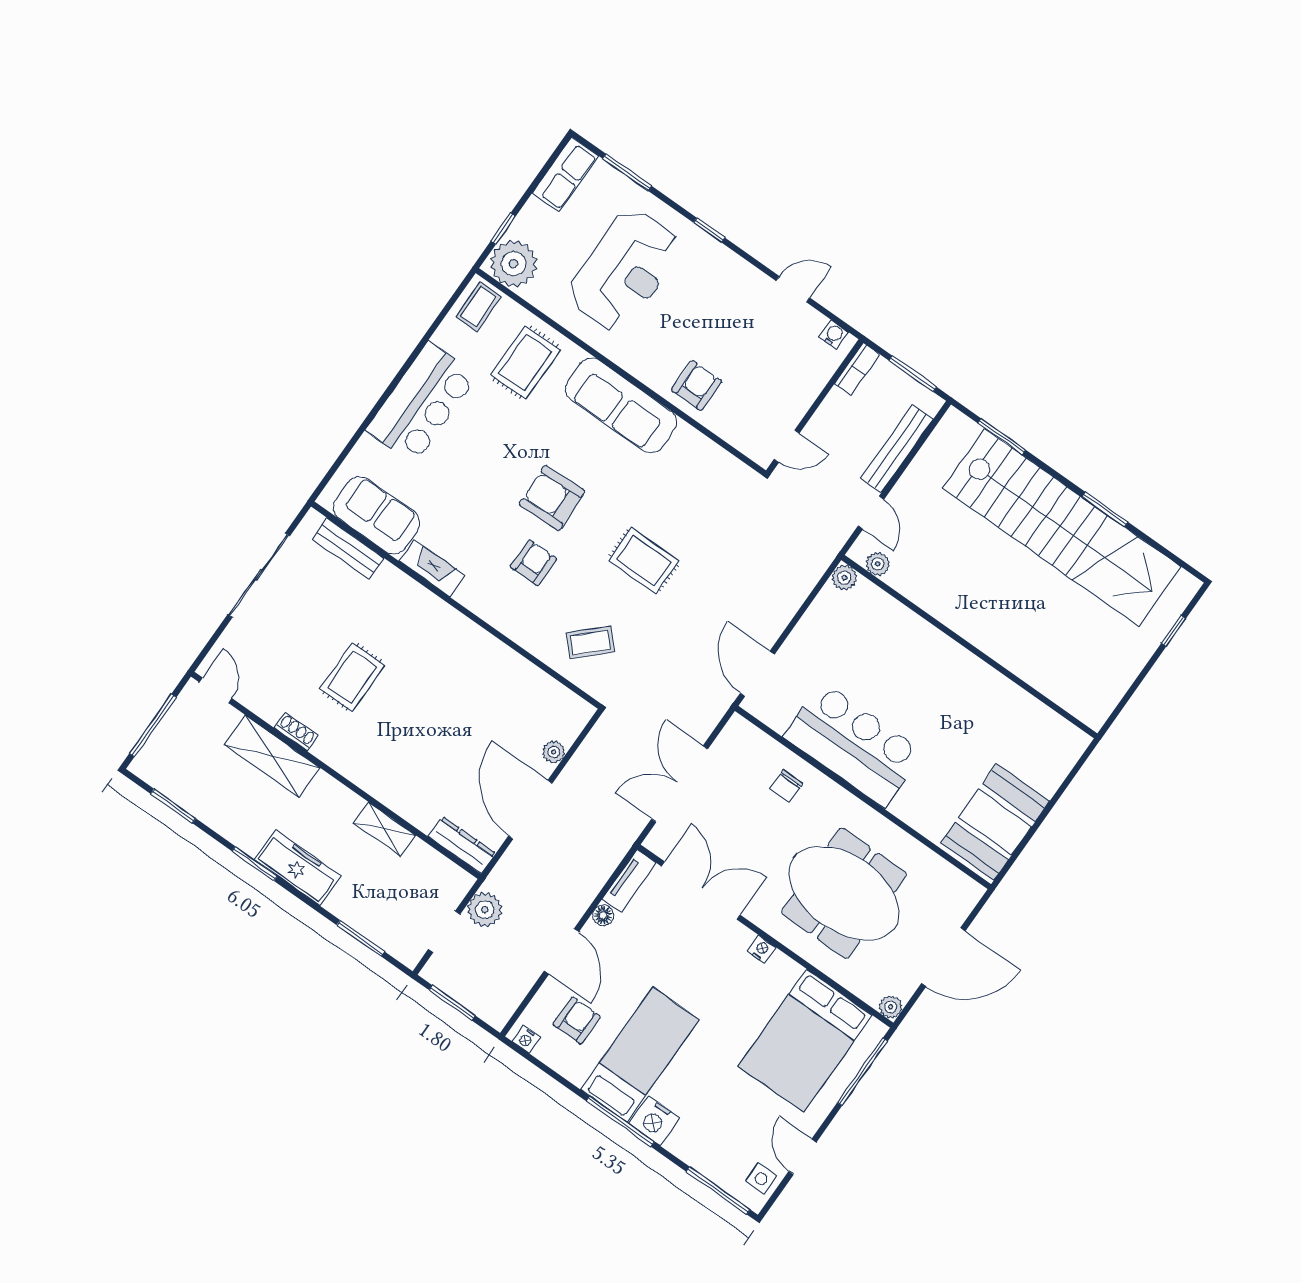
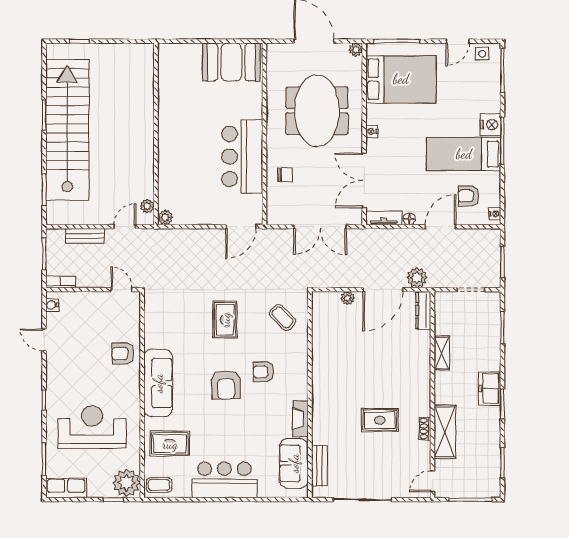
bench: (897, 448) -> (85, 236), width x0.73
freezer: (298, 868) -> (490, 388), width x0.71
plant: (485, 910) -> (417, 278), moved

